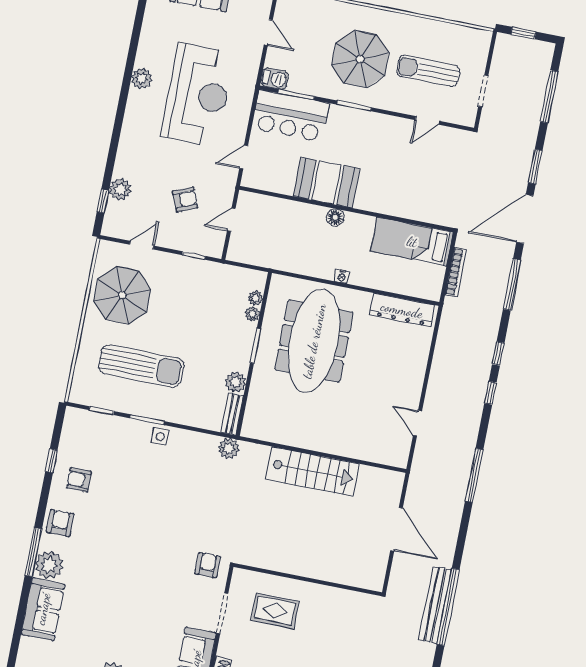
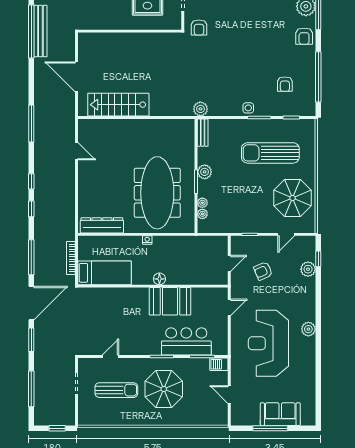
plant: (142, 78) -> (308, 329), moved
bar counter: (290, 116) -> (186, 341), moved
plant: (236, 382) -> (205, 172), moved
window: (51, 461) -> (318, 77), width x3.17
stairs: (313, 471) -> (118, 105), moved
armchair: (79, 480) -> (285, 84), moved, turned 90

